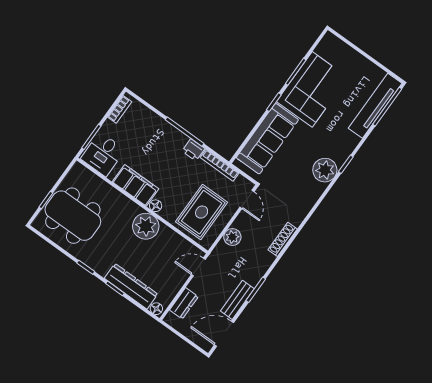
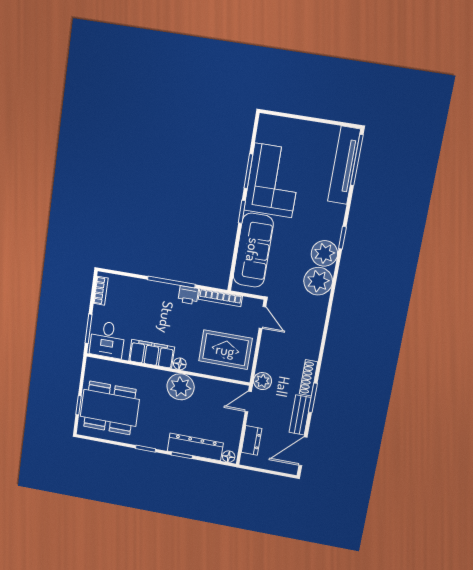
plant: (309, 191) -> (318, 281), added
rug: (202, 212) -> (225, 350), turned 90
plant: (232, 237) -> (263, 381), moved
shoe rack: (283, 239) -> (308, 378), moved

